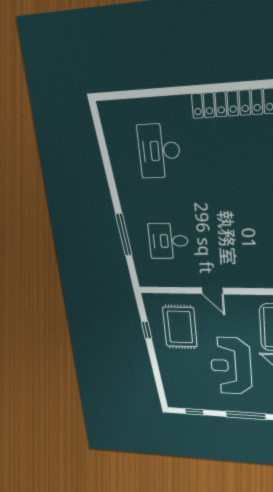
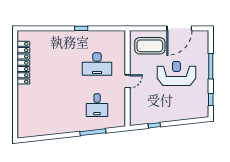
desk: (159, 151) -> (97, 64), moved
rug: (180, 327) -> (151, 103), removed
reception desk: (231, 366) -> (176, 73), turned 180

